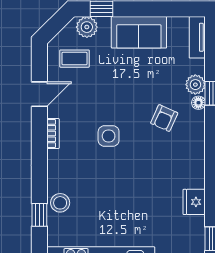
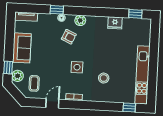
plant: (195, 85) -> (80, 20), moved
door: (39, 94) -> (52, 103), hinge flipped
stool: (60, 203) -> (104, 78), moved
window: (39, 215) -> (129, 107), moved

